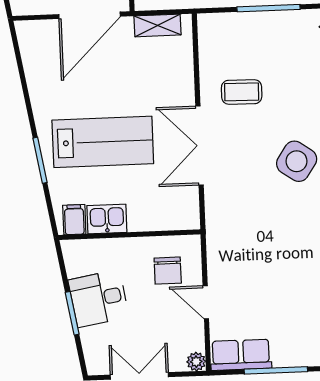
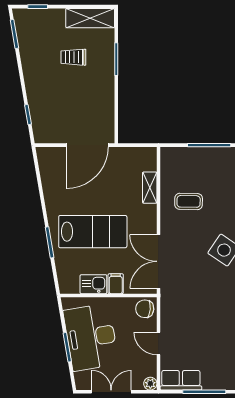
shelving: (157, 25) -> (150, 188), moved, turned 90
double door: (200, 145) -> (158, 261), moved
filing cabinet: (74, 220) -> (116, 284), moved
chair: (168, 271) -> (145, 309), moved, turned 95
desk: (99, 299) -> (91, 337), width x1.87, depth x1.30

